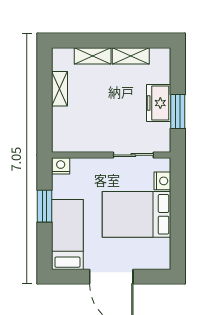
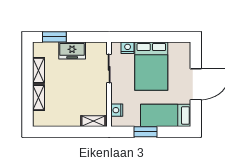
shelving: (60, 89) -> (93, 121), moved
window: (178, 111) -> (54, 37), moved
nightstand: (61, 166) -> (117, 110), moved

